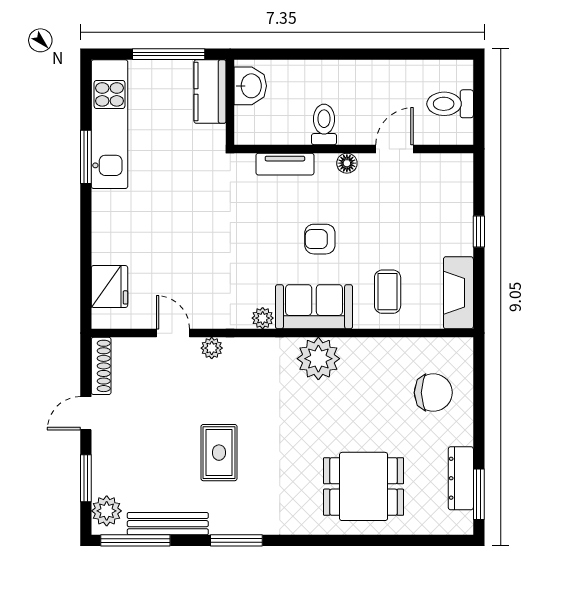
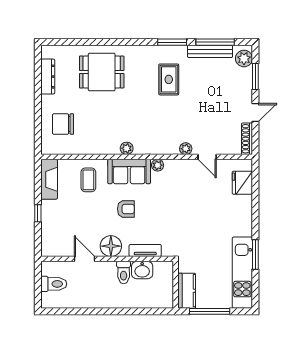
washbasin: (250, 86) -> (142, 270), moved, turned -90
door: (395, 149) -> (84, 259), swing flipped
floor lamp: (347, 163) -> (111, 246), width x1.89, depth x1.89
plant: (318, 359) -> (127, 148), width x0.53, depth x0.53
rug: (219, 453) -> (169, 79), moved
window: (479, 494) -> (38, 68), removed
window: (135, 540) -> (215, 42), moved

